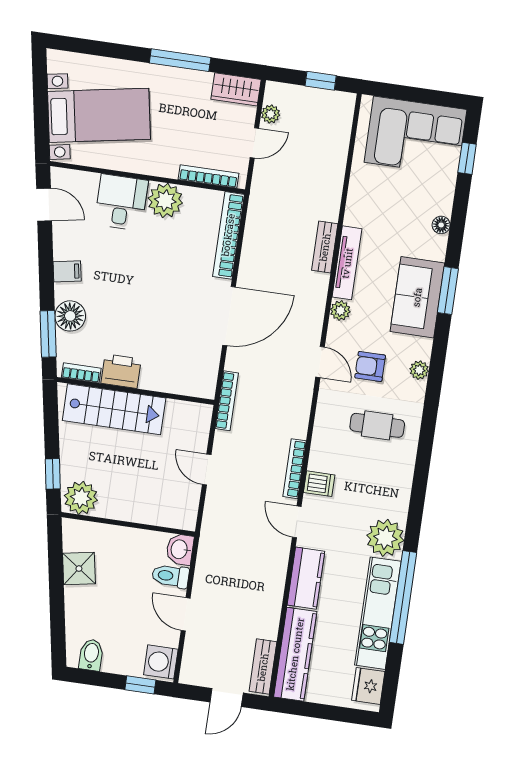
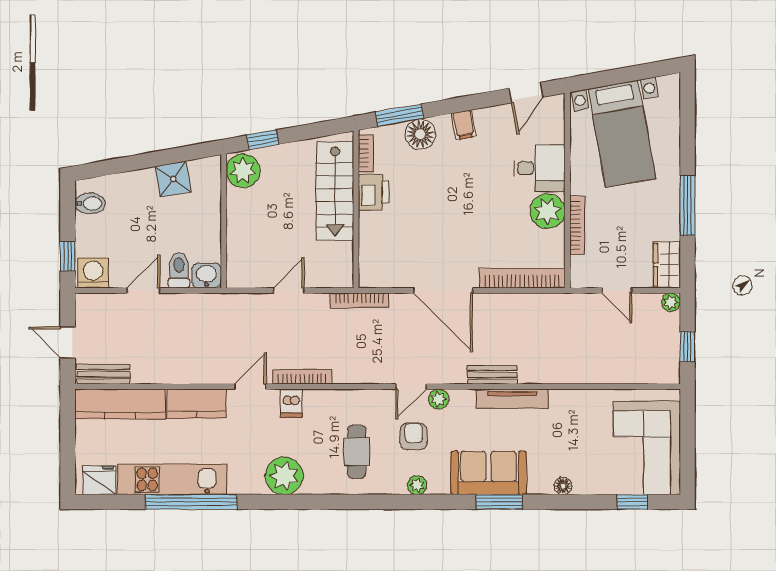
plant: (271, 114) -> (671, 302), moved
bookcase: (209, 176) -> (577, 225), moved
bench: (325, 247) -> (492, 375), moved
plant: (340, 311) -> (439, 399), moved
plant: (385, 538) -> (284, 476), moved

